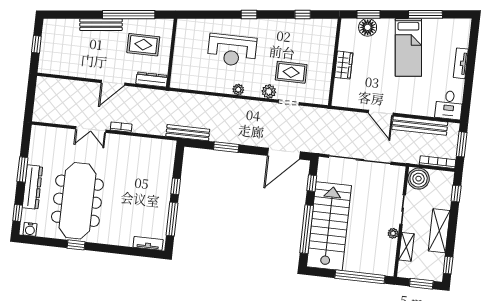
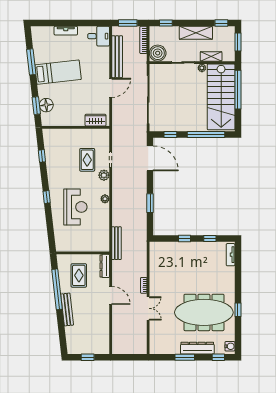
wardrobe: (344, 65) -> (96, 120), moved
bench: (188, 133) -> (116, 243), moved
window: (172, 219) -> (210, 238), width x0.46
stairs: (329, 226) -> (221, 97), moved, turned -90

